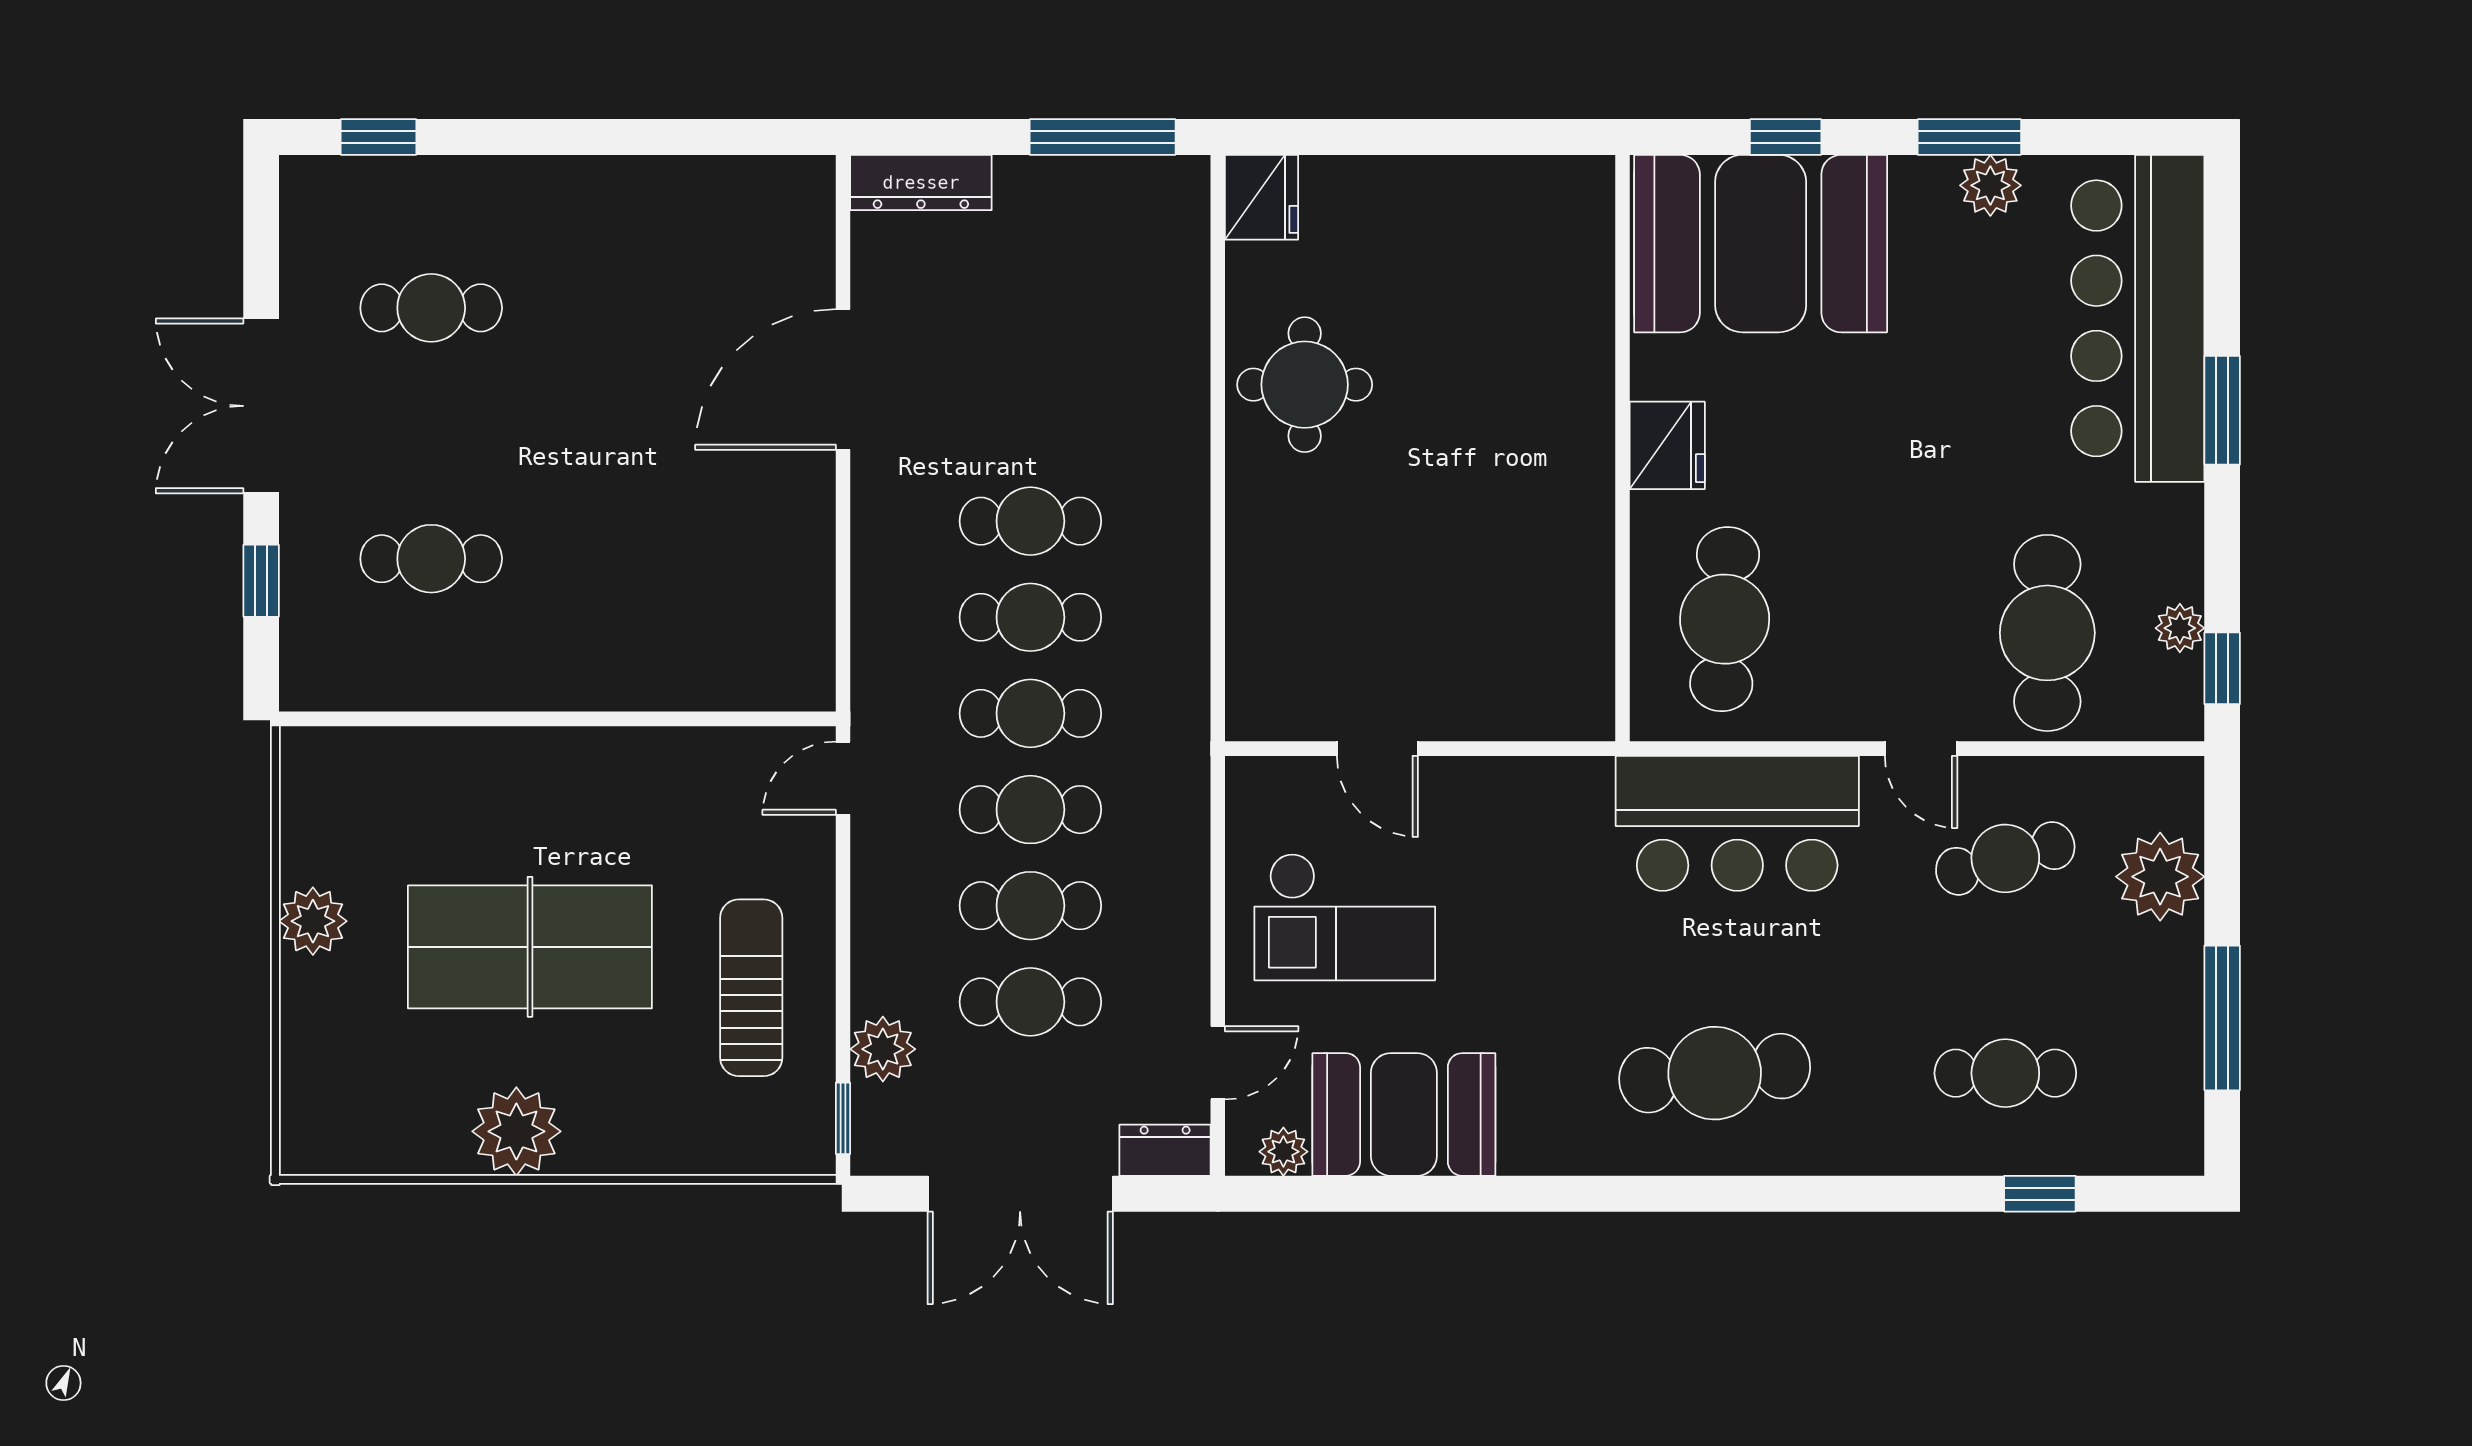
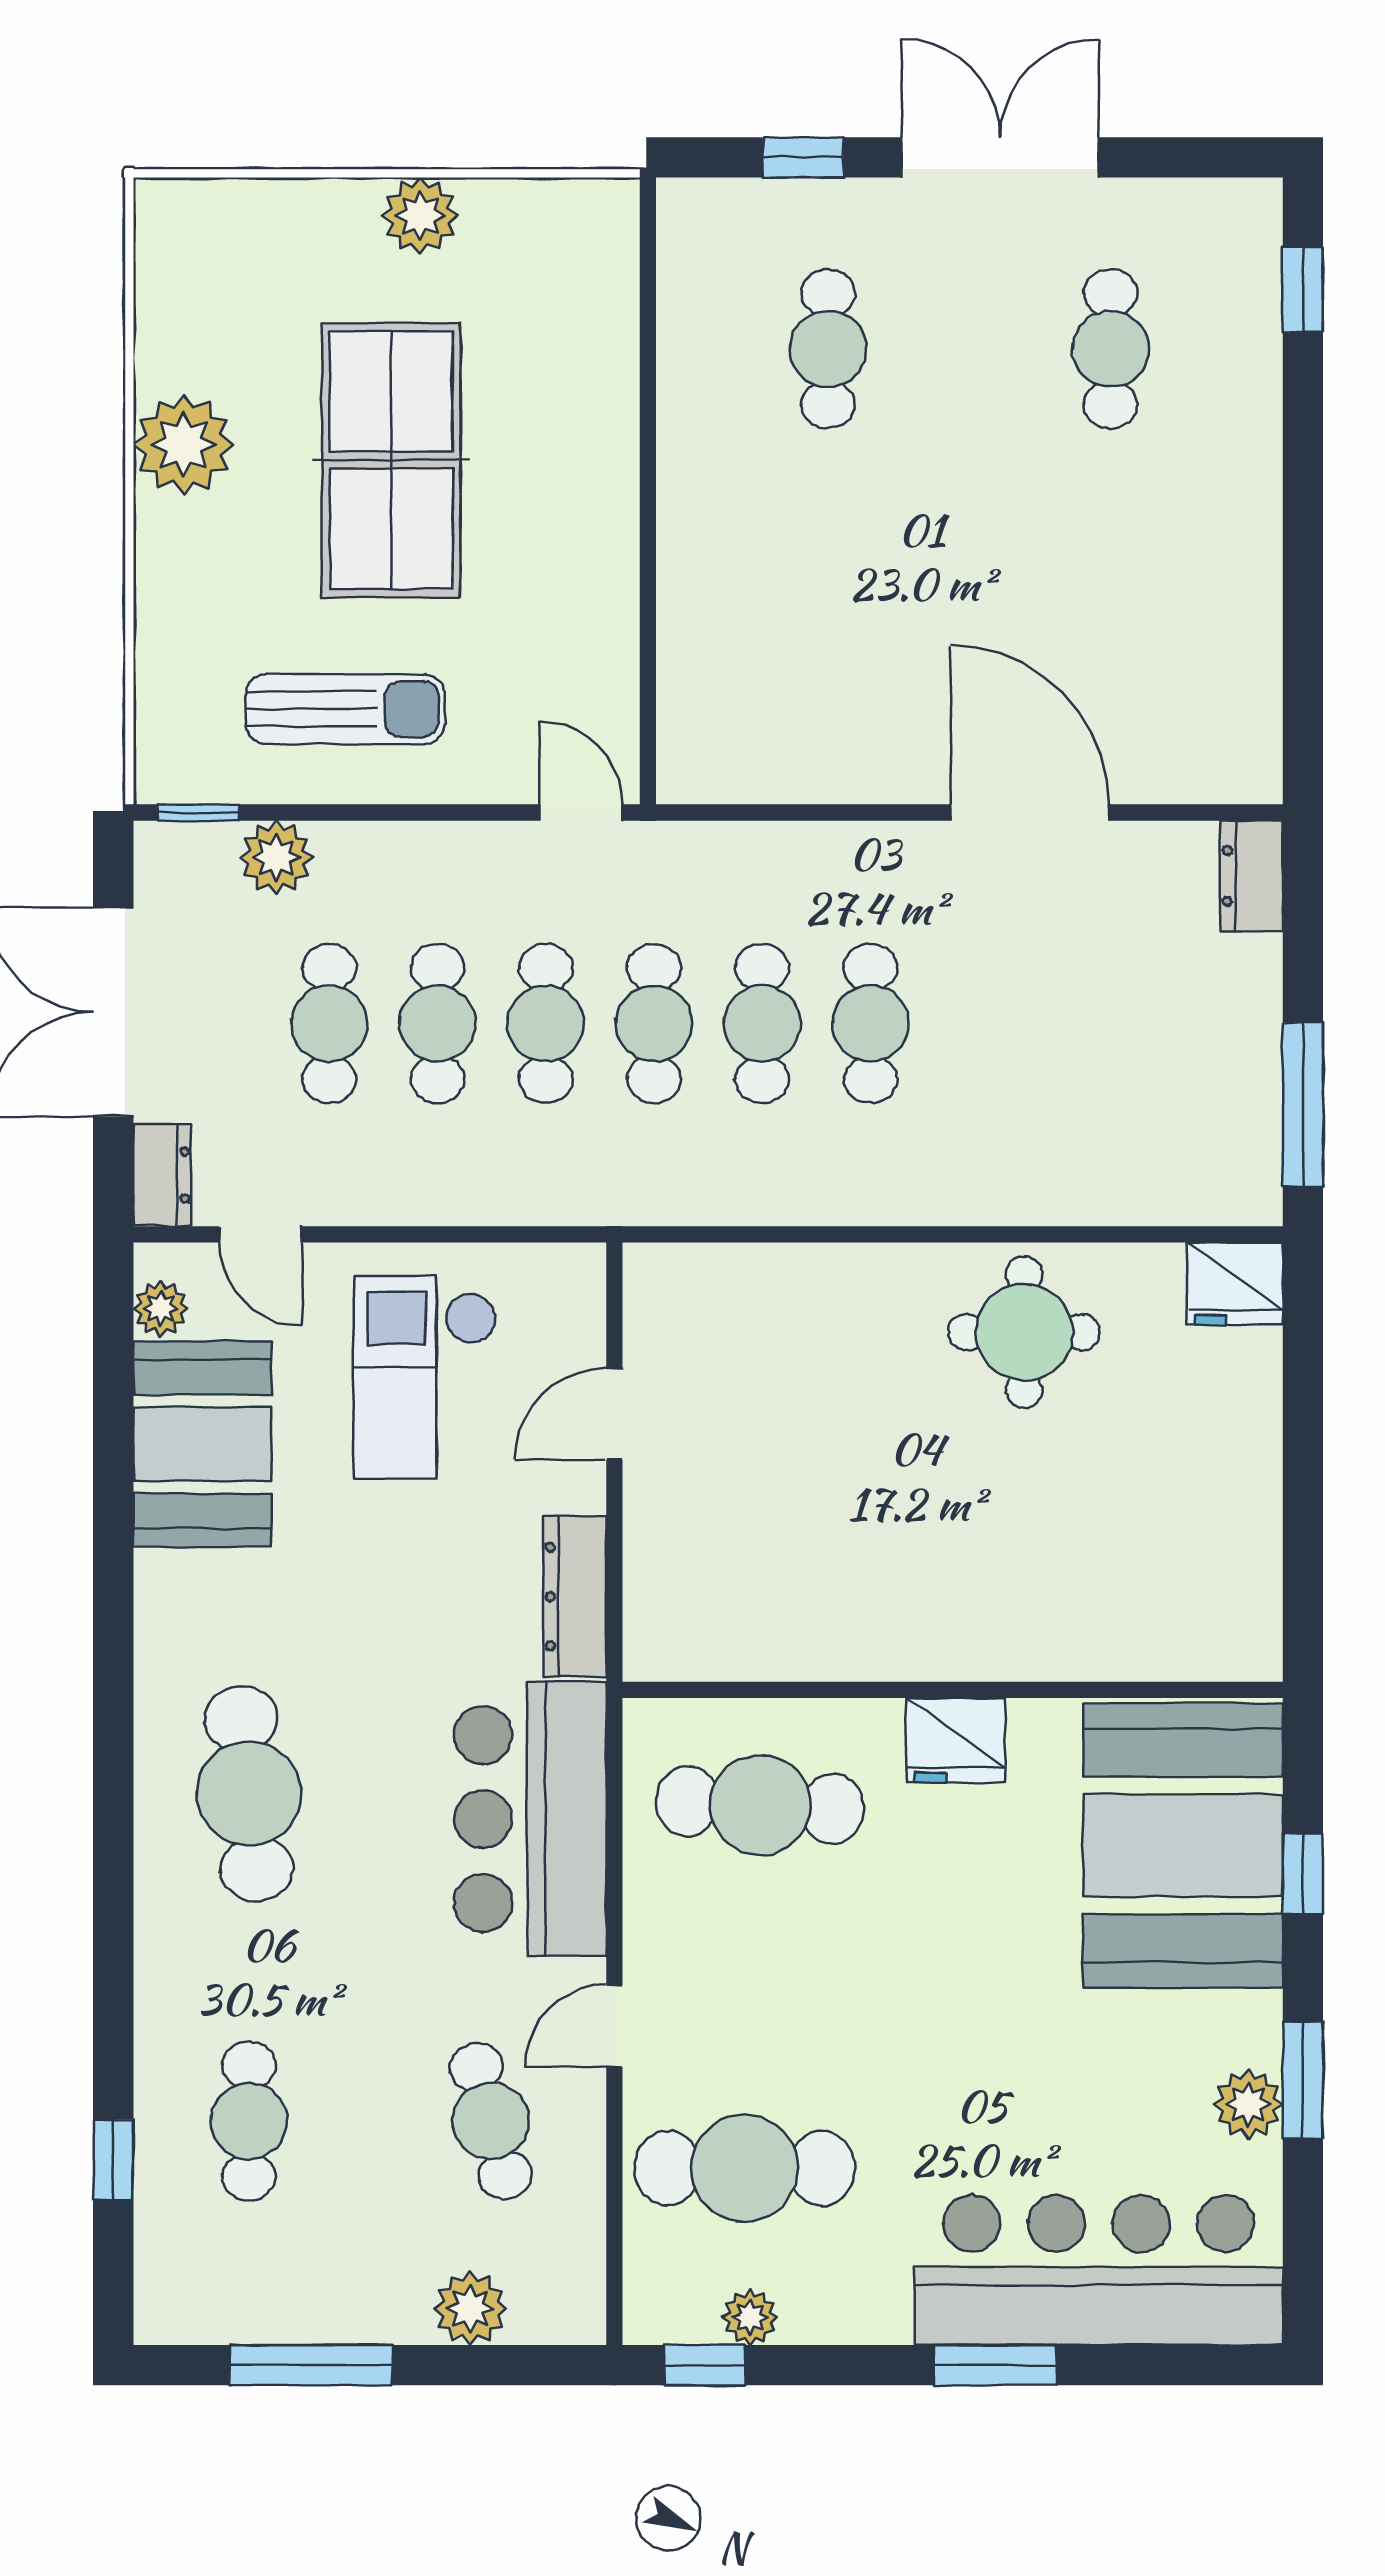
dresser: (921, 183) -> (1252, 876), width x0.70
dresser: (1539, 784) -> (575, 1597), added
plant: (2160, 877) -> (470, 2309), width x0.73, depth x0.73

